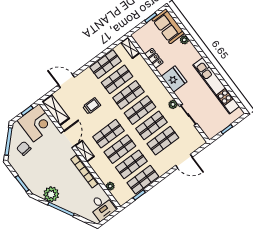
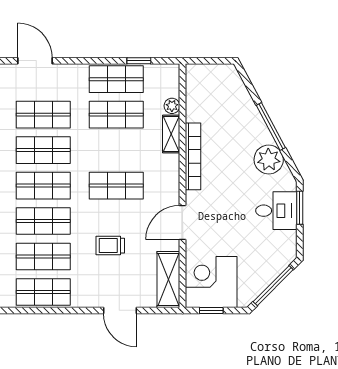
chair: (24, 148) -> (258, 258), removed
shop shelf: (120, 149) -> (116, 150), removed
shelving: (84, 151) -> (171, 134), moved
desk: (102, 207) -> (276, 211), moved, turned 90

